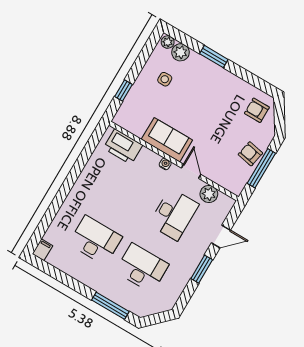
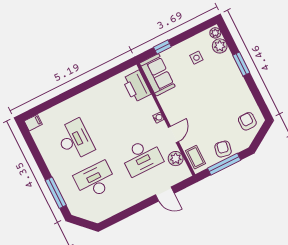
sofa: (167, 140) -> (157, 75), moved
coffee table: (228, 180) -> (196, 157), added
desk: (142, 268) -> (95, 180), turned -90
window: (202, 269) -> (137, 208), removed

